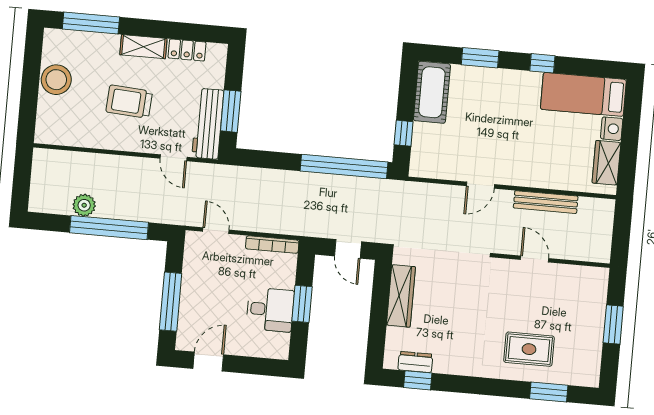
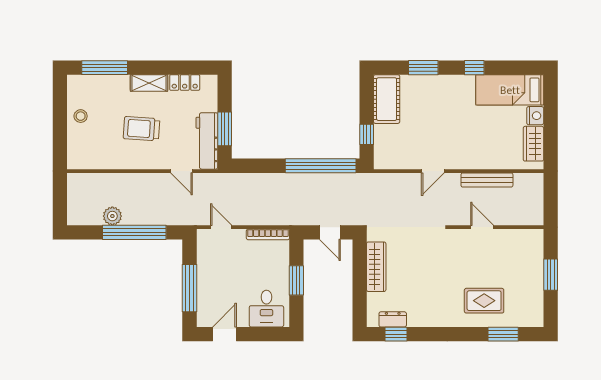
stool: (56, 80) -> (81, 116), width x0.53, depth x0.53
desk: (270, 310) -> (266, 309), moved, turned 90

